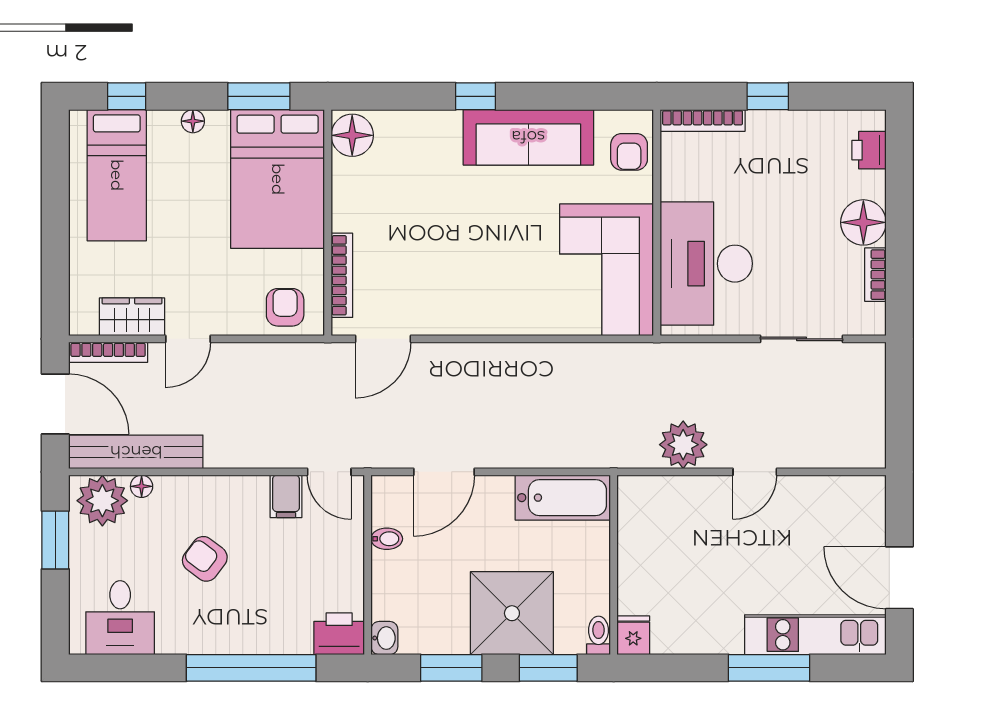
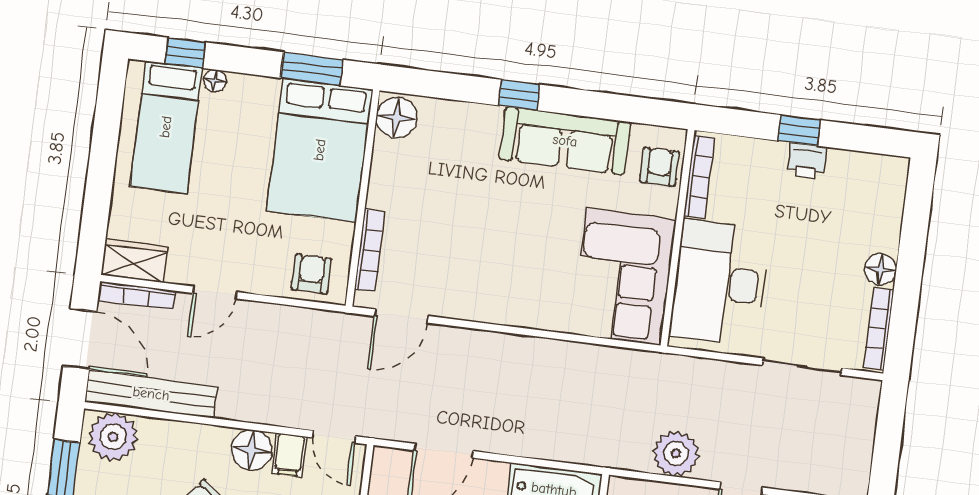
bookcase: (703, 120) -> (699, 177), moved, turned -90
floor lamp: (193, 121) -> (215, 81), moved
printer: (869, 150) -> (807, 161), moved, turned -90
armchair: (629, 152) -> (660, 167), turned 180
floor lamp: (863, 222) -> (880, 269), width x0.73, depth x0.73
bookcase: (875, 275) -> (879, 328), width x1.56
wardrobe: (132, 317) -> (134, 261), moved
floor lamp: (142, 486) -> (252, 450), moved, width x1.89, depth x1.89

